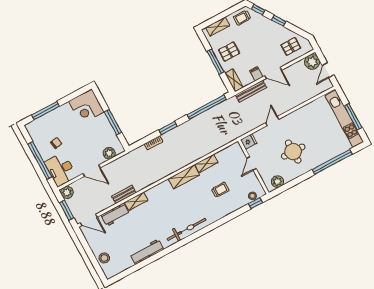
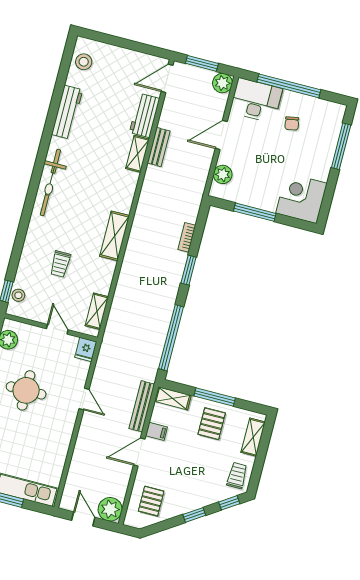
shelving: (207, 163) -> (97, 311), moved
stool: (104, 258) -> (84, 62), moved

